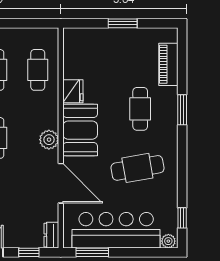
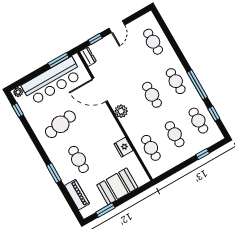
window: (123, 23) -> (105, 210), moved
booth: (80, 130) -> (117, 186), moved, turned 90

